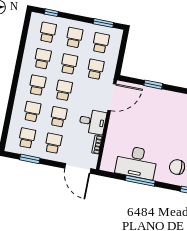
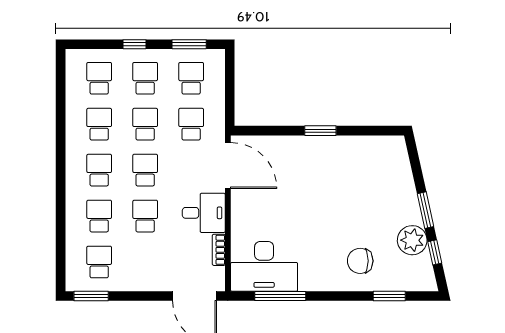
window: (51, 13) -> (135, 44), moved
window: (153, 85) -> (320, 131), moved
door: (112, 97) -> (228, 165), hinge flipped
school desk: (53, 143) -> (145, 262), removed
window: (30, 159) -> (91, 296), moved
desk: (136, 162) -> (264, 266), moved
window: (140, 181) -> (280, 296), moved

